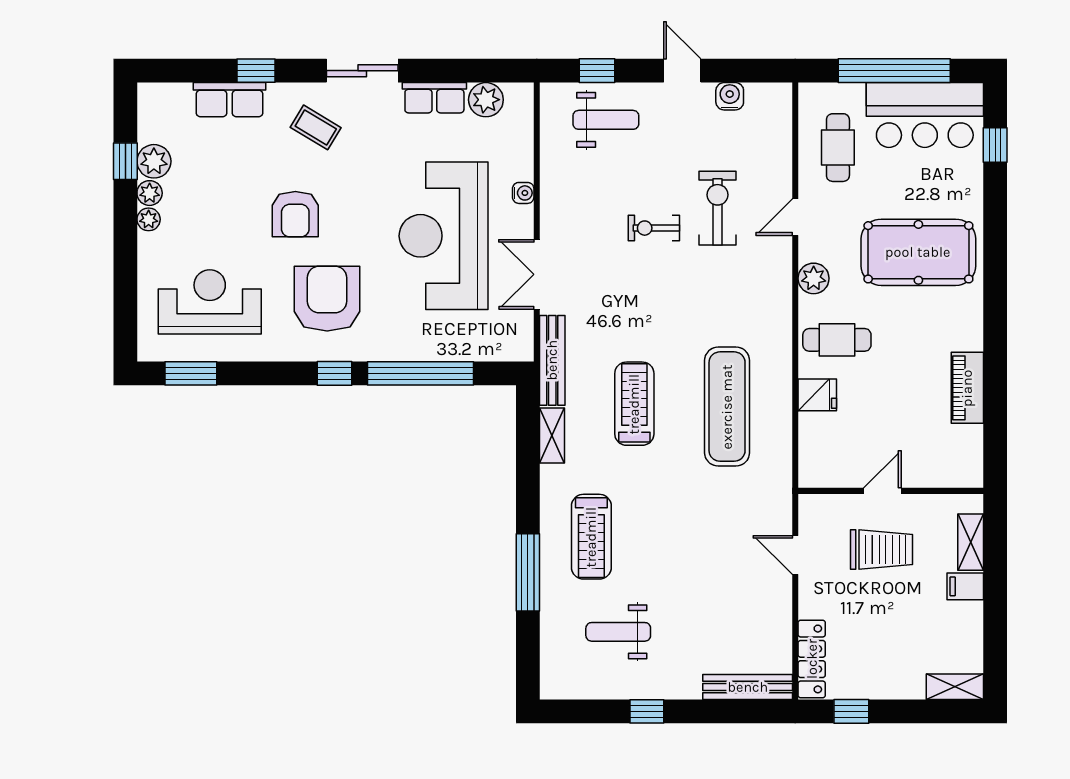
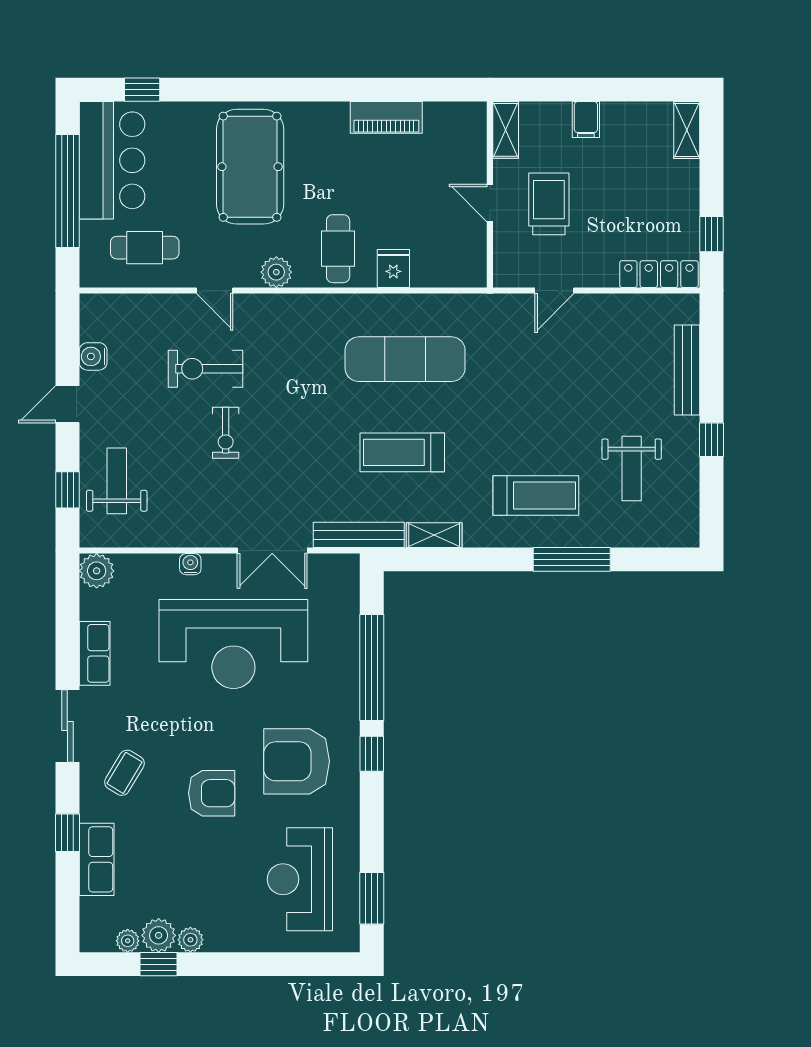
plant: (486, 100) -> (97, 571), moved
plant: (149, 219) -> (128, 941), moved
shelving: (971, 542) -> (506, 130), moved, turned 90
bench: (748, 687) -> (687, 370), moved

